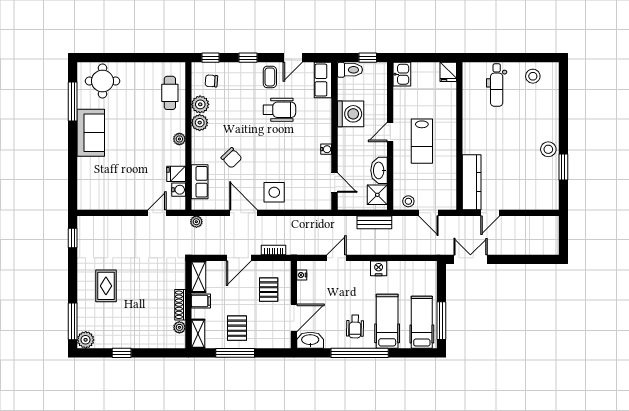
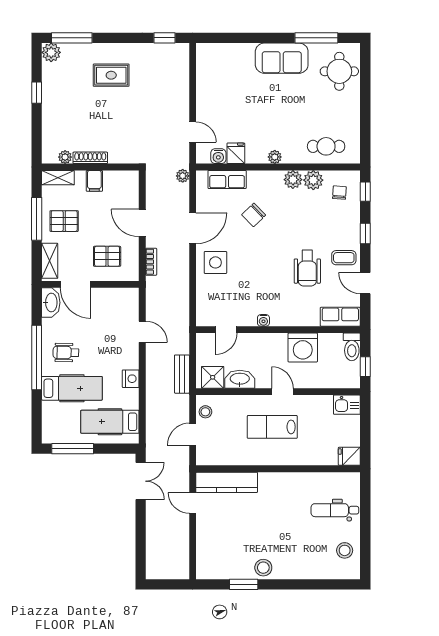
nightstand: (302, 275) -> (123, 293), removed
shelving: (199, 277) -> (50, 261), moved, turned 90
hospital bed: (422, 322) -> (110, 422), moved, turned 180

